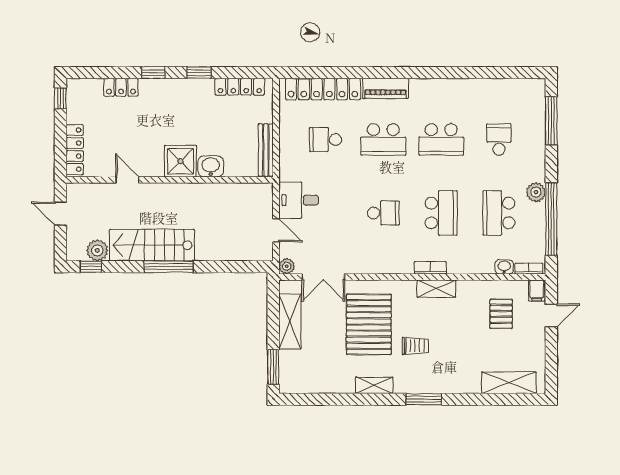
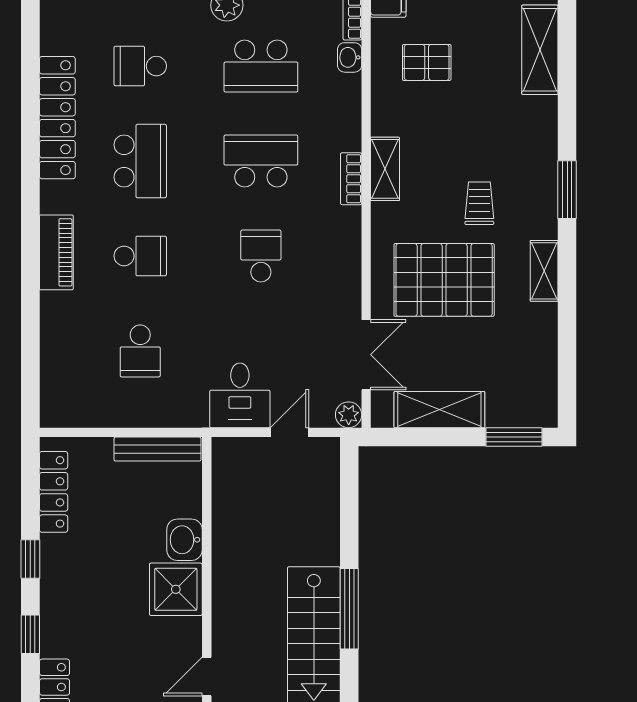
locker: (323, 89) -> (57, 118), moved
school desk: (383, 139) -> (140, 256), width x0.54

